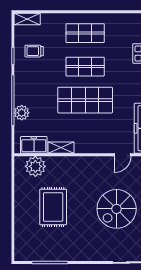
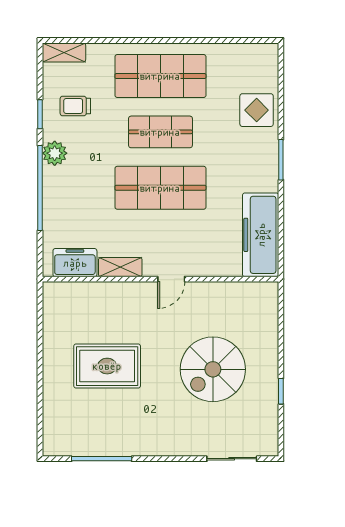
shop shelf: (85, 33) -> (160, 76), width x1.43, depth x1.36
plant: (22, 113) -> (55, 153), moved
door: (123, 155) -> (171, 279), moved
plant: (35, 166) -> (78, 298), removed
rug: (53, 207) -> (107, 366), turned 90

